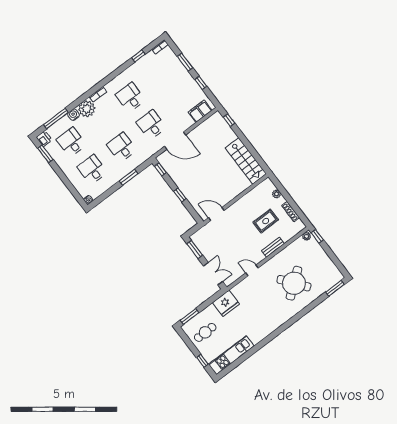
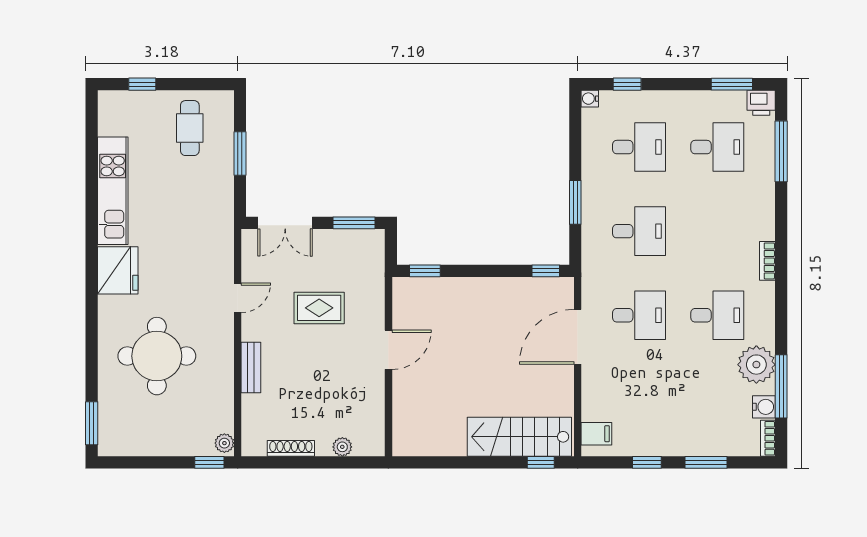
window: (138, 56) -> (781, 386), width x2.17
plant: (87, 109) -> (756, 365), moved
filing cabinet: (200, 111) -> (596, 434), width x0.50
water cooler: (74, 115) -> (764, 407), moved
stairs: (246, 161) -> (519, 437), moved
window: (73, 191) -> (627, 84), added
window: (180, 195) -> (425, 271), moved
door: (216, 214) -> (388, 350), moved
rug: (266, 221) -> (319, 308), moved, turned 90
round table: (294, 283) -> (157, 356), turned 38
fridge: (226, 303) -> (118, 270), moved, turned 180
window: (190, 316) -> (240, 153), moved
kitchen unit: (231, 355) -> (113, 191), moved

